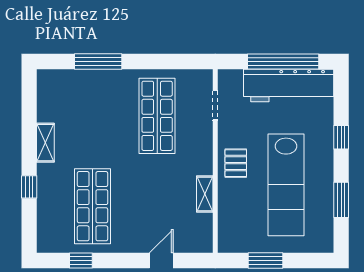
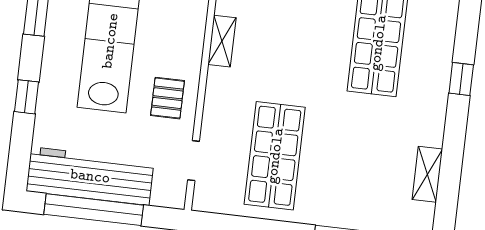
shelving: (45, 143) -> (427, 174), moved
pallet: (236, 163) -> (168, 98), moved

